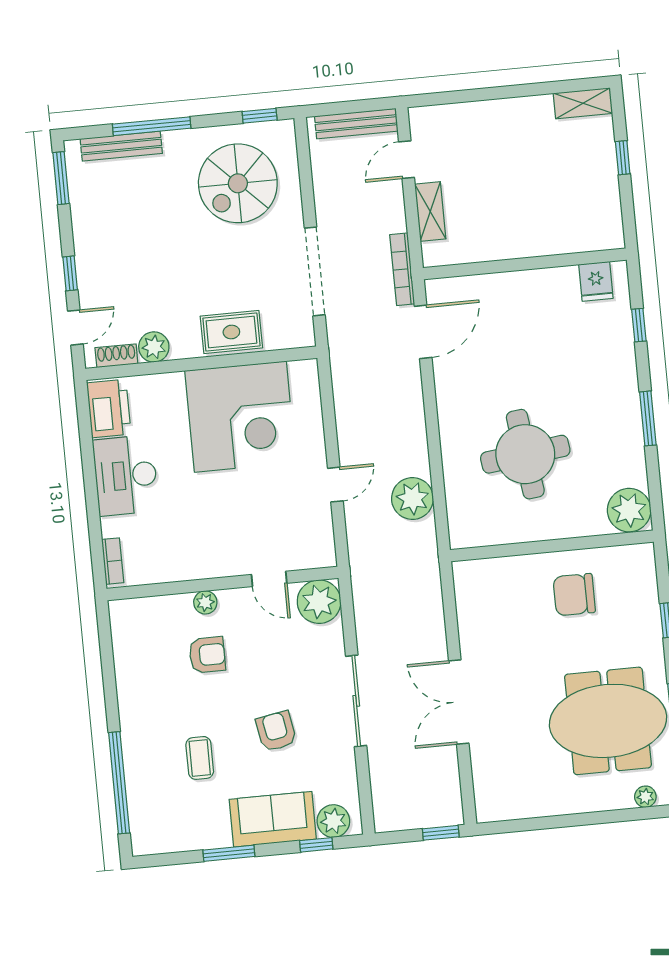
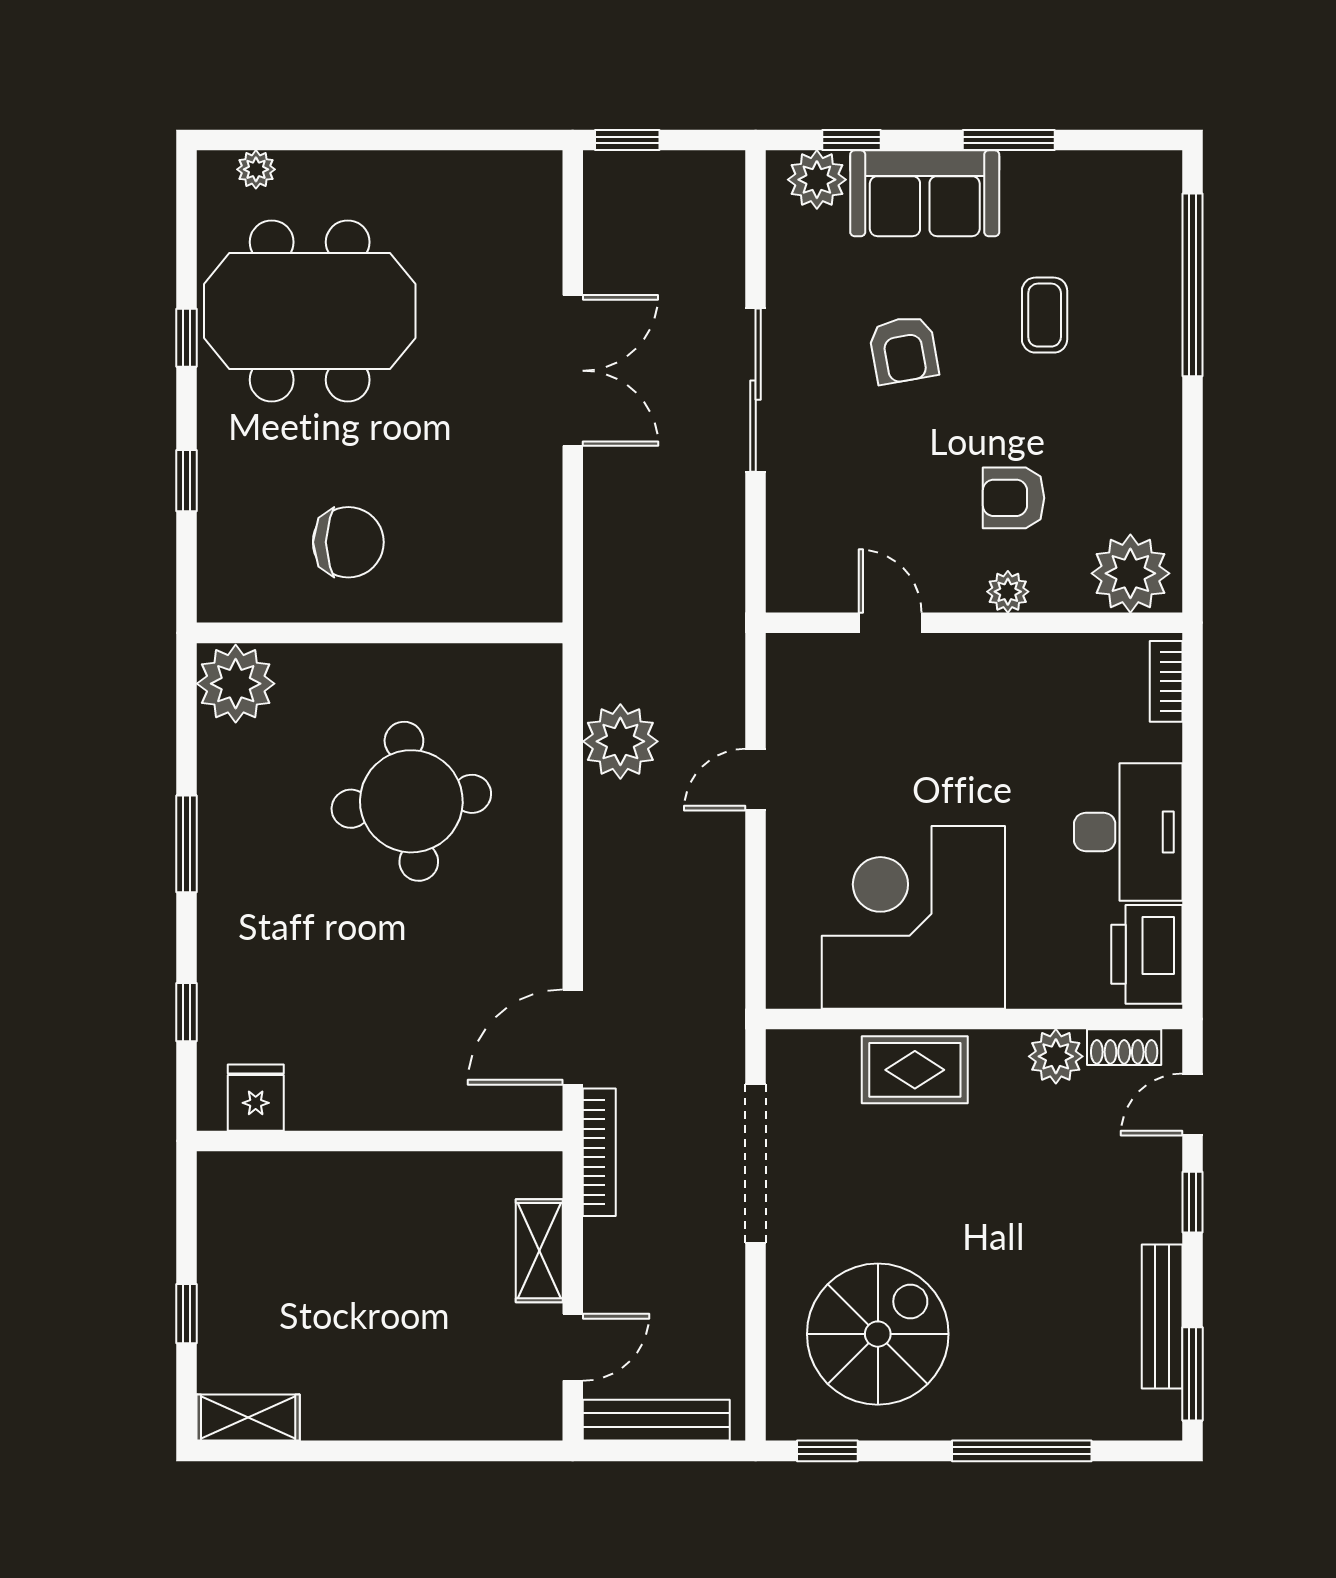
bench: (121, 146) -> (1162, 1316), moved, turned 90
plant: (319, 602) -> (1130, 573), moved

